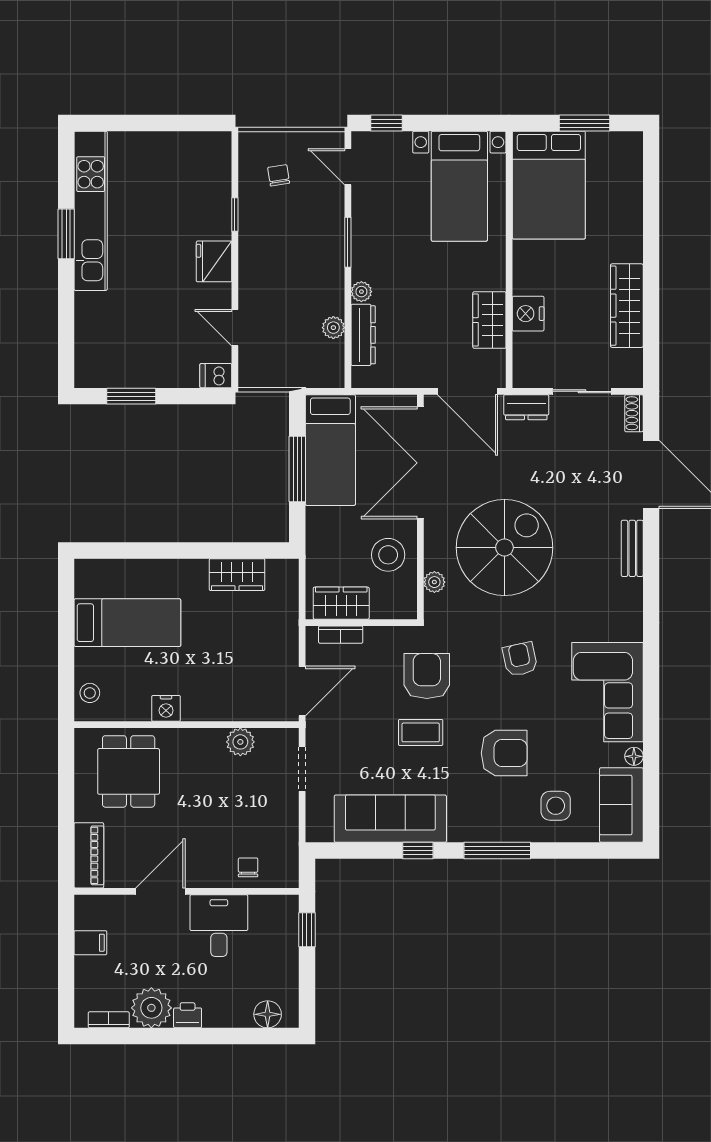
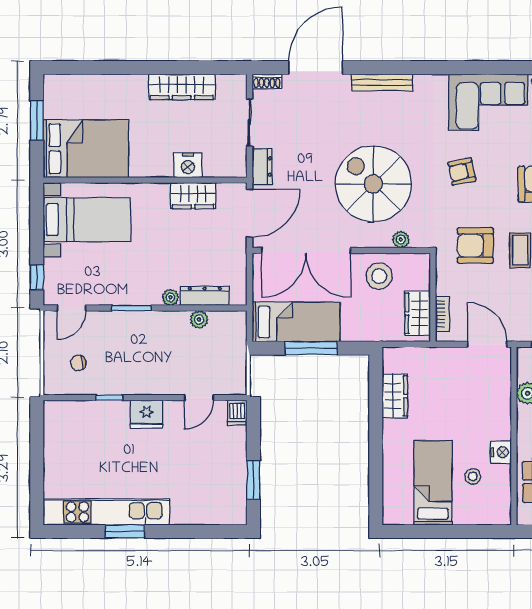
bench: (632, 548) -> (382, 83), width x1.36
stool: (90, 693) -> (473, 476), moved

